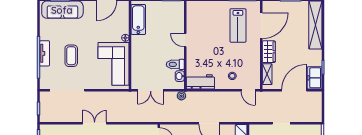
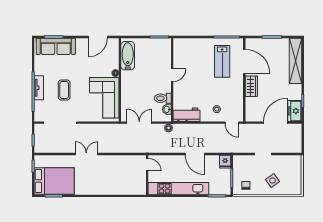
door: (261, 26) -> (244, 62), hinge flipped
door: (185, 40) -> (172, 75), swing flipped
shelving: (267, 74) -> (250, 107), removed
double door: (151, 90) -> (139, 123), swing flipped

